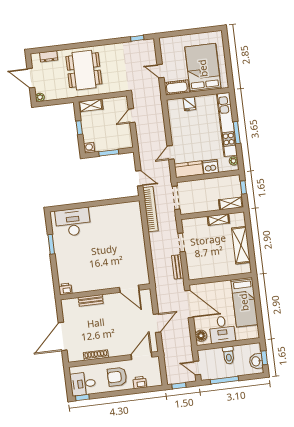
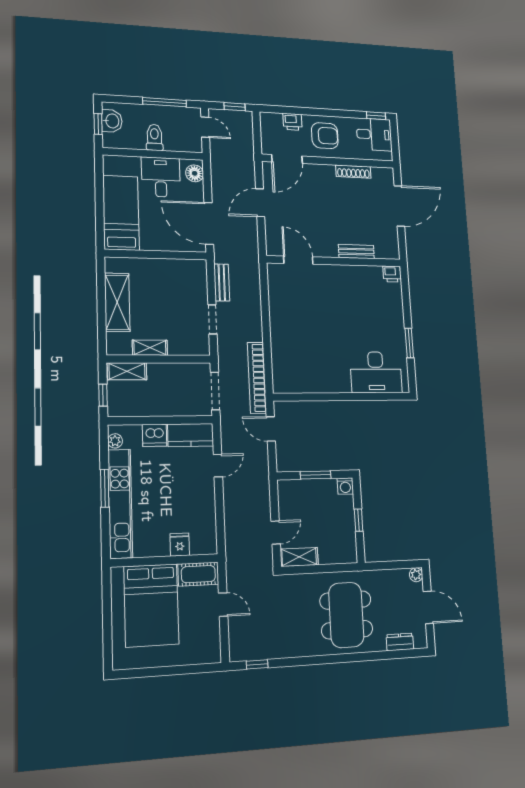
shelving: (91, 105) -> (299, 557), moved

